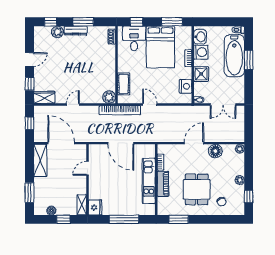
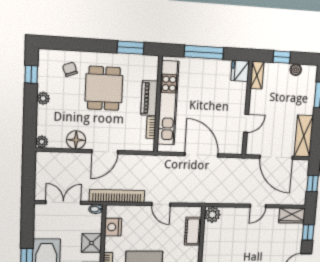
bookcase: (120, 110) -> (117, 196), moved
kitchen unit: (149, 181) -> (168, 103), width x1.36

